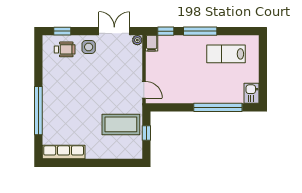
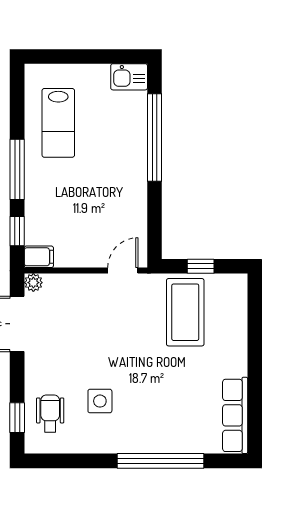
side table: (89, 47) -> (100, 401), moved

